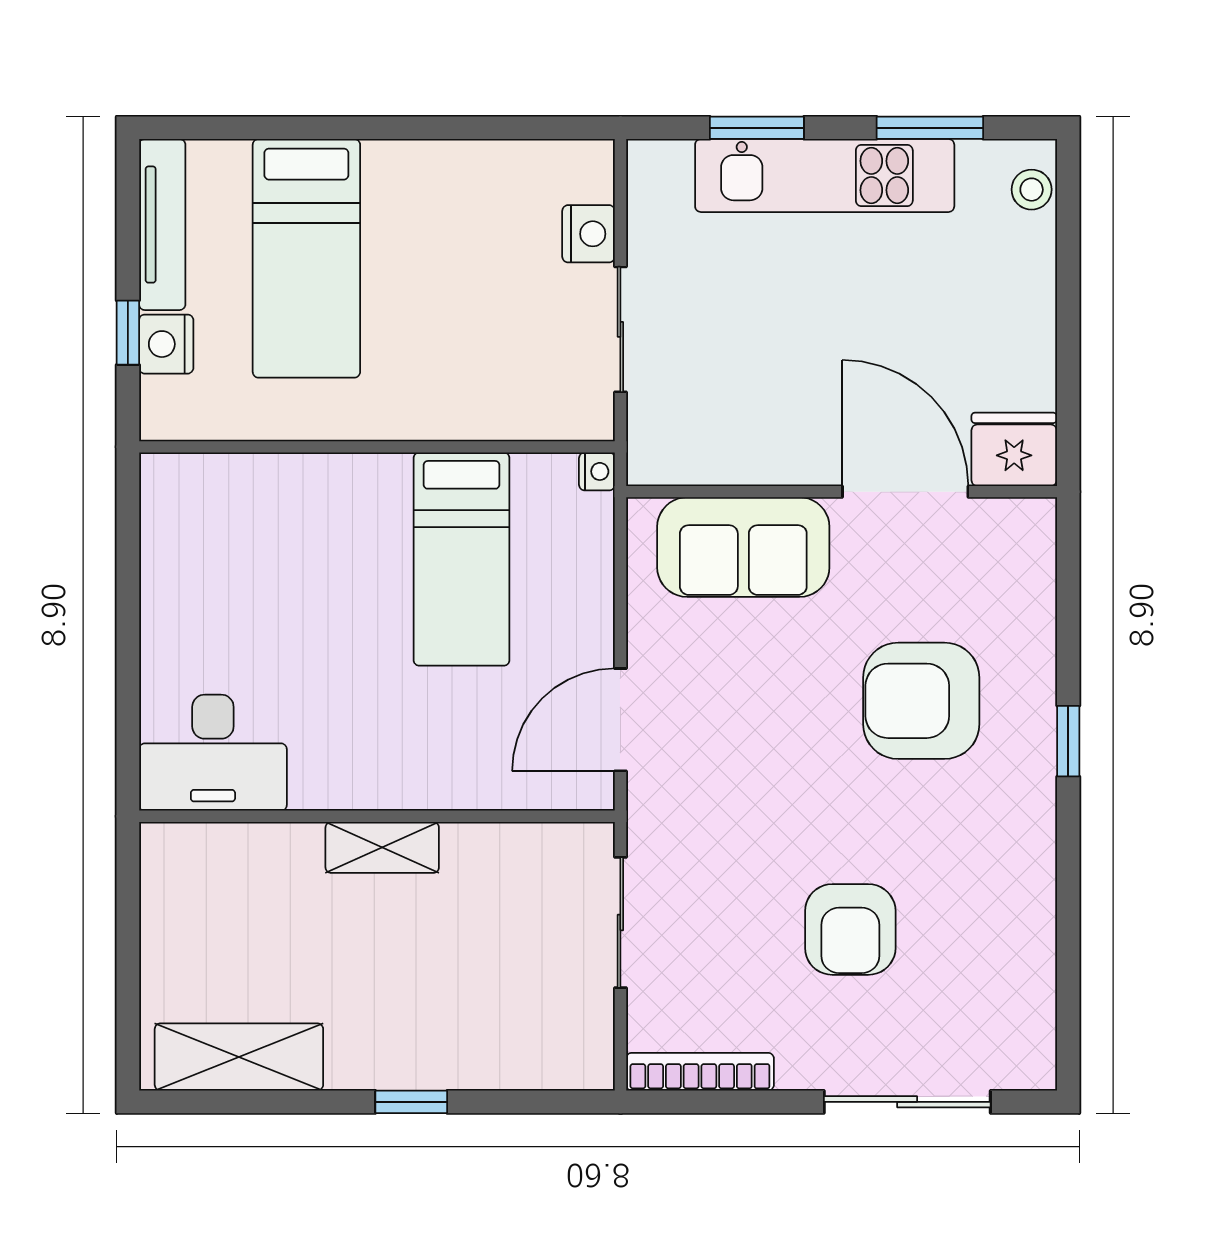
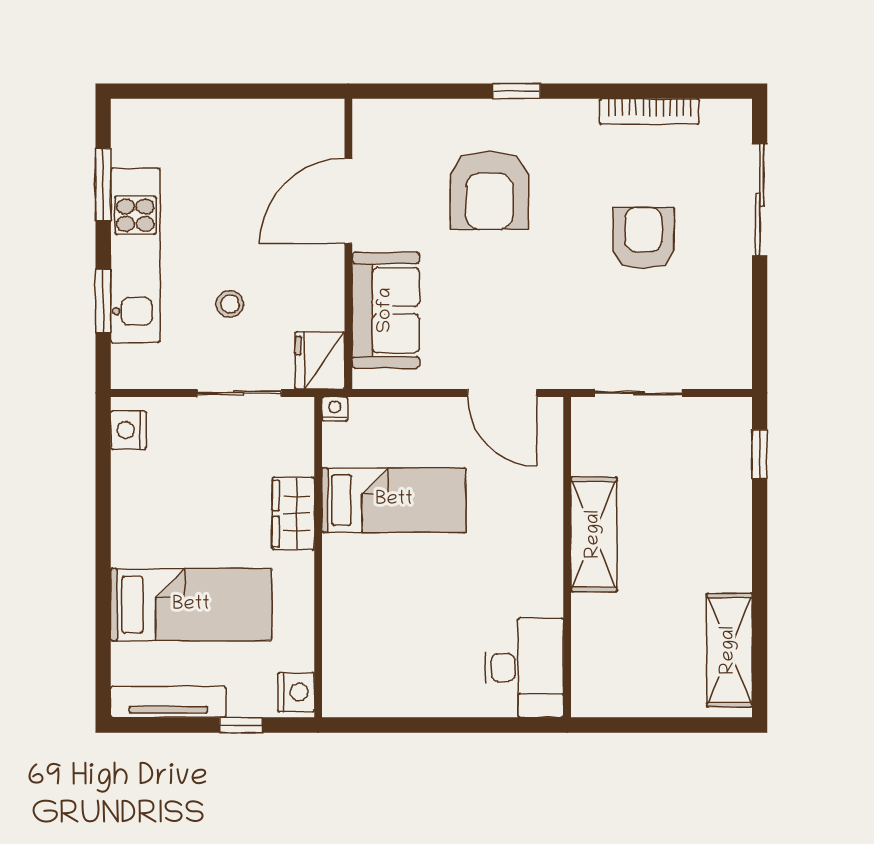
stool: (1032, 190) -> (230, 304), moved
nightstand: (589, 234) -> (128, 430), moved, turned -90
nightstand: (166, 344) -> (296, 692), moved, turned -90
wardrobe: (442, 410) -> (293, 514), added
fridge: (1014, 449) -> (320, 361), moved
shelving: (382, 847) -> (594, 534), width x1.50, depth x1.33
armchair: (850, 929) -> (643, 238), turned -90
bookcase: (700, 1072) -> (649, 111), moved, turned -90
window: (411, 1102) -> (760, 454), moved

